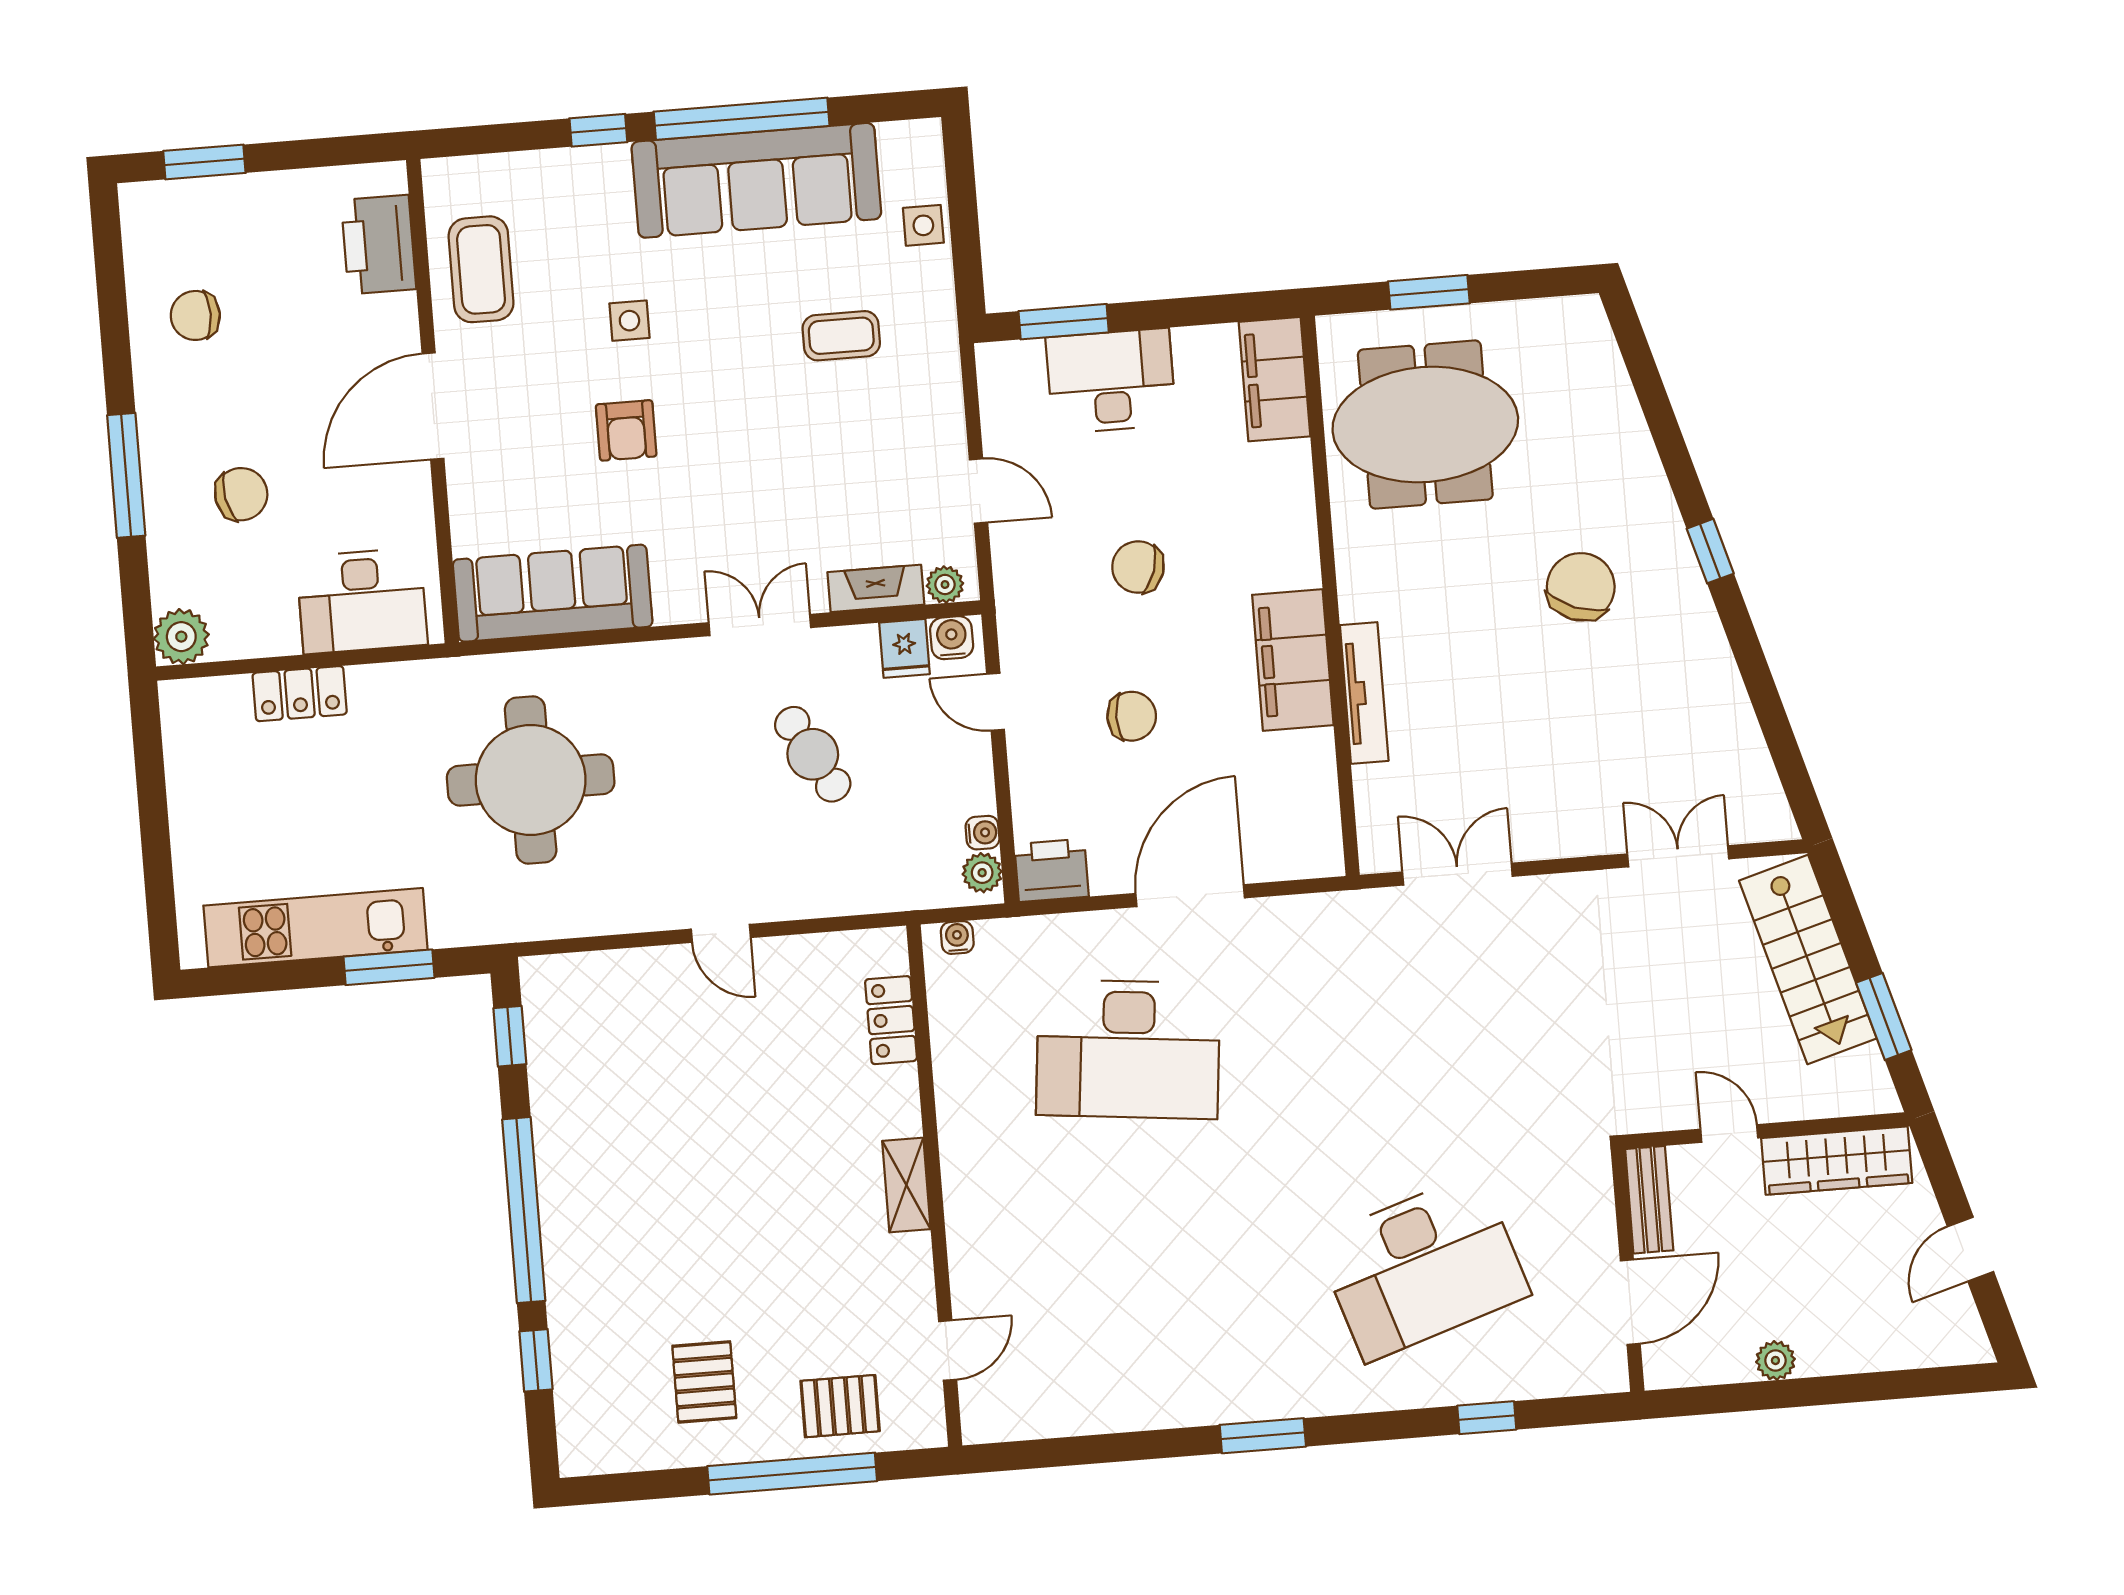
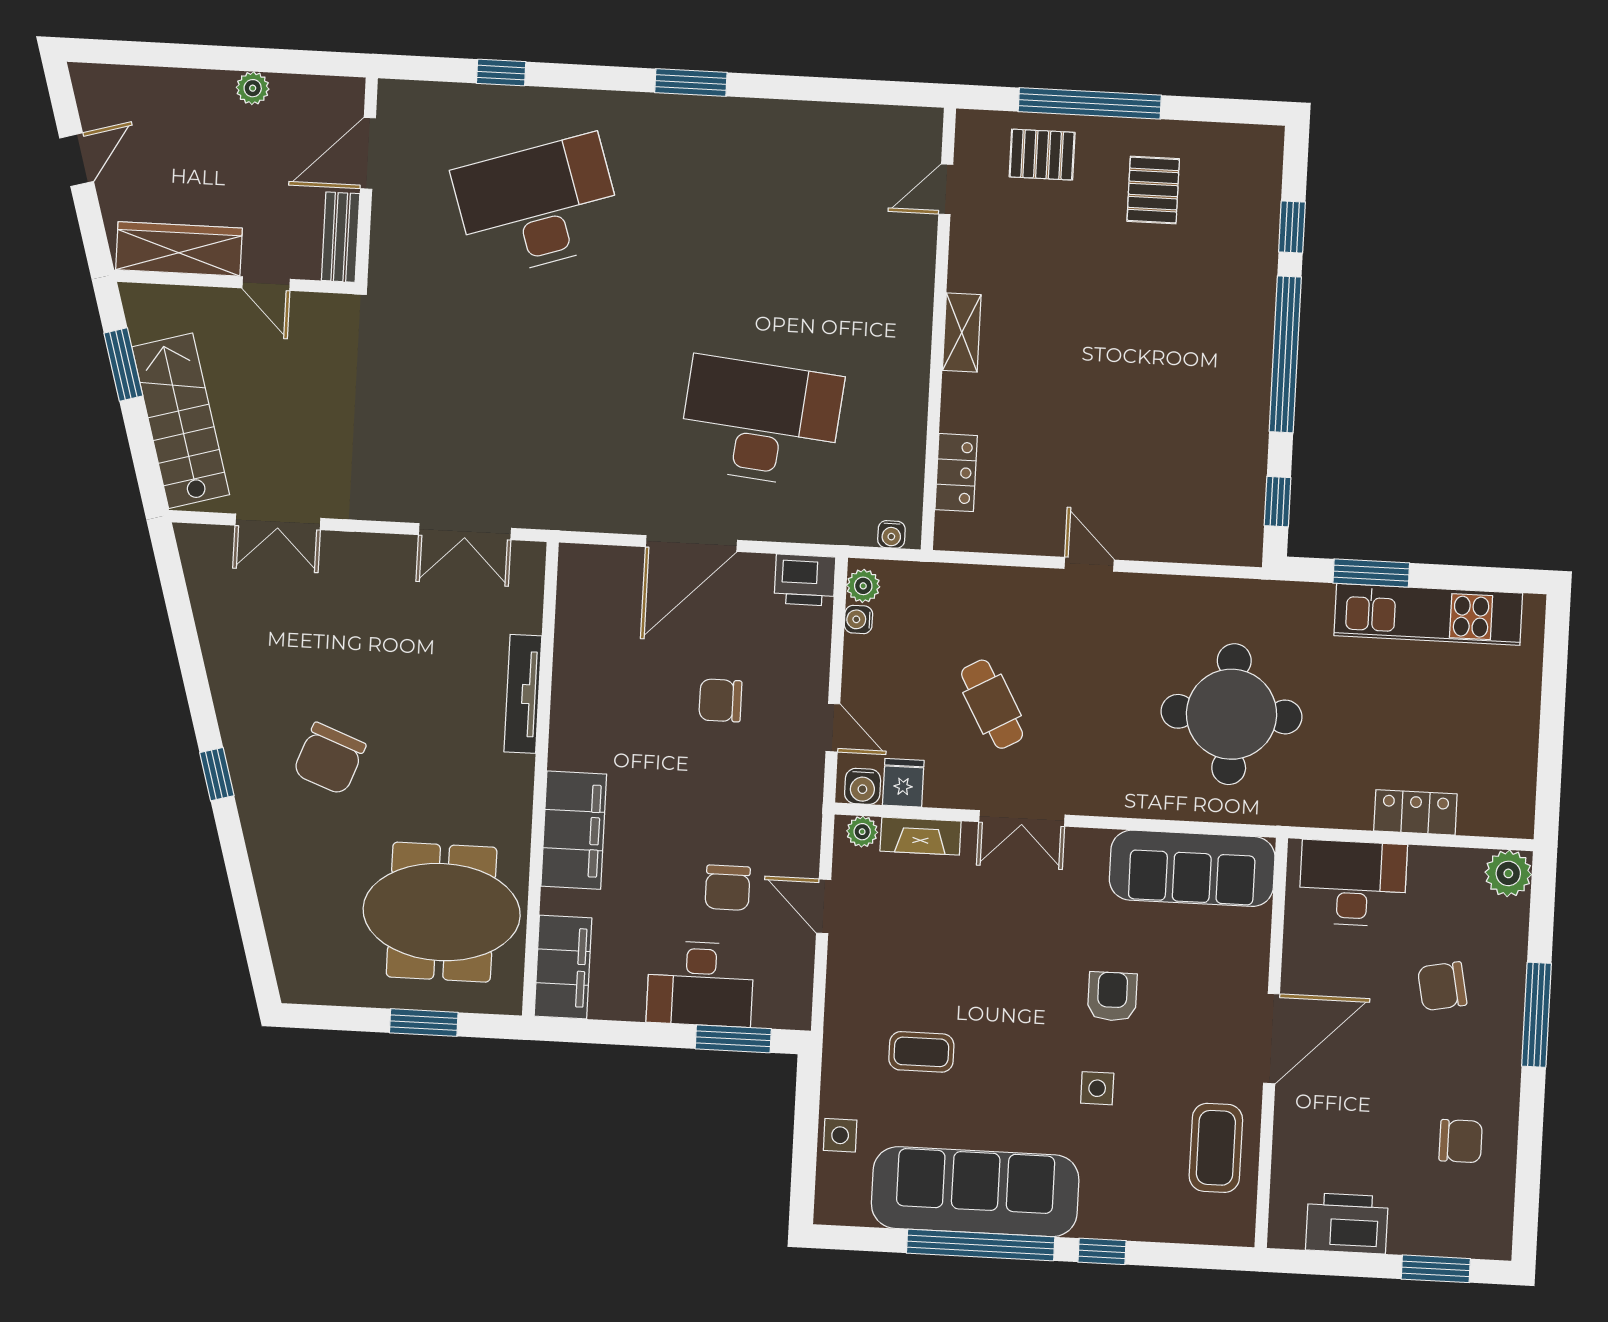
printer: (379, 245) -> (1347, 1223), moved, turned -90
chair: (1138, 567) -> (728, 888), moved, turned 72
filing cabinet: (1293, 660) -> (574, 830), moved

